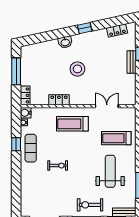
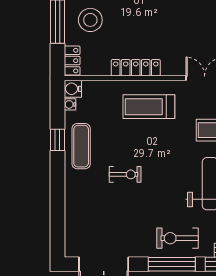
stool: (77, 69) -> (90, 20), moved
locker: (59, 100) -> (136, 68), width x1.53

